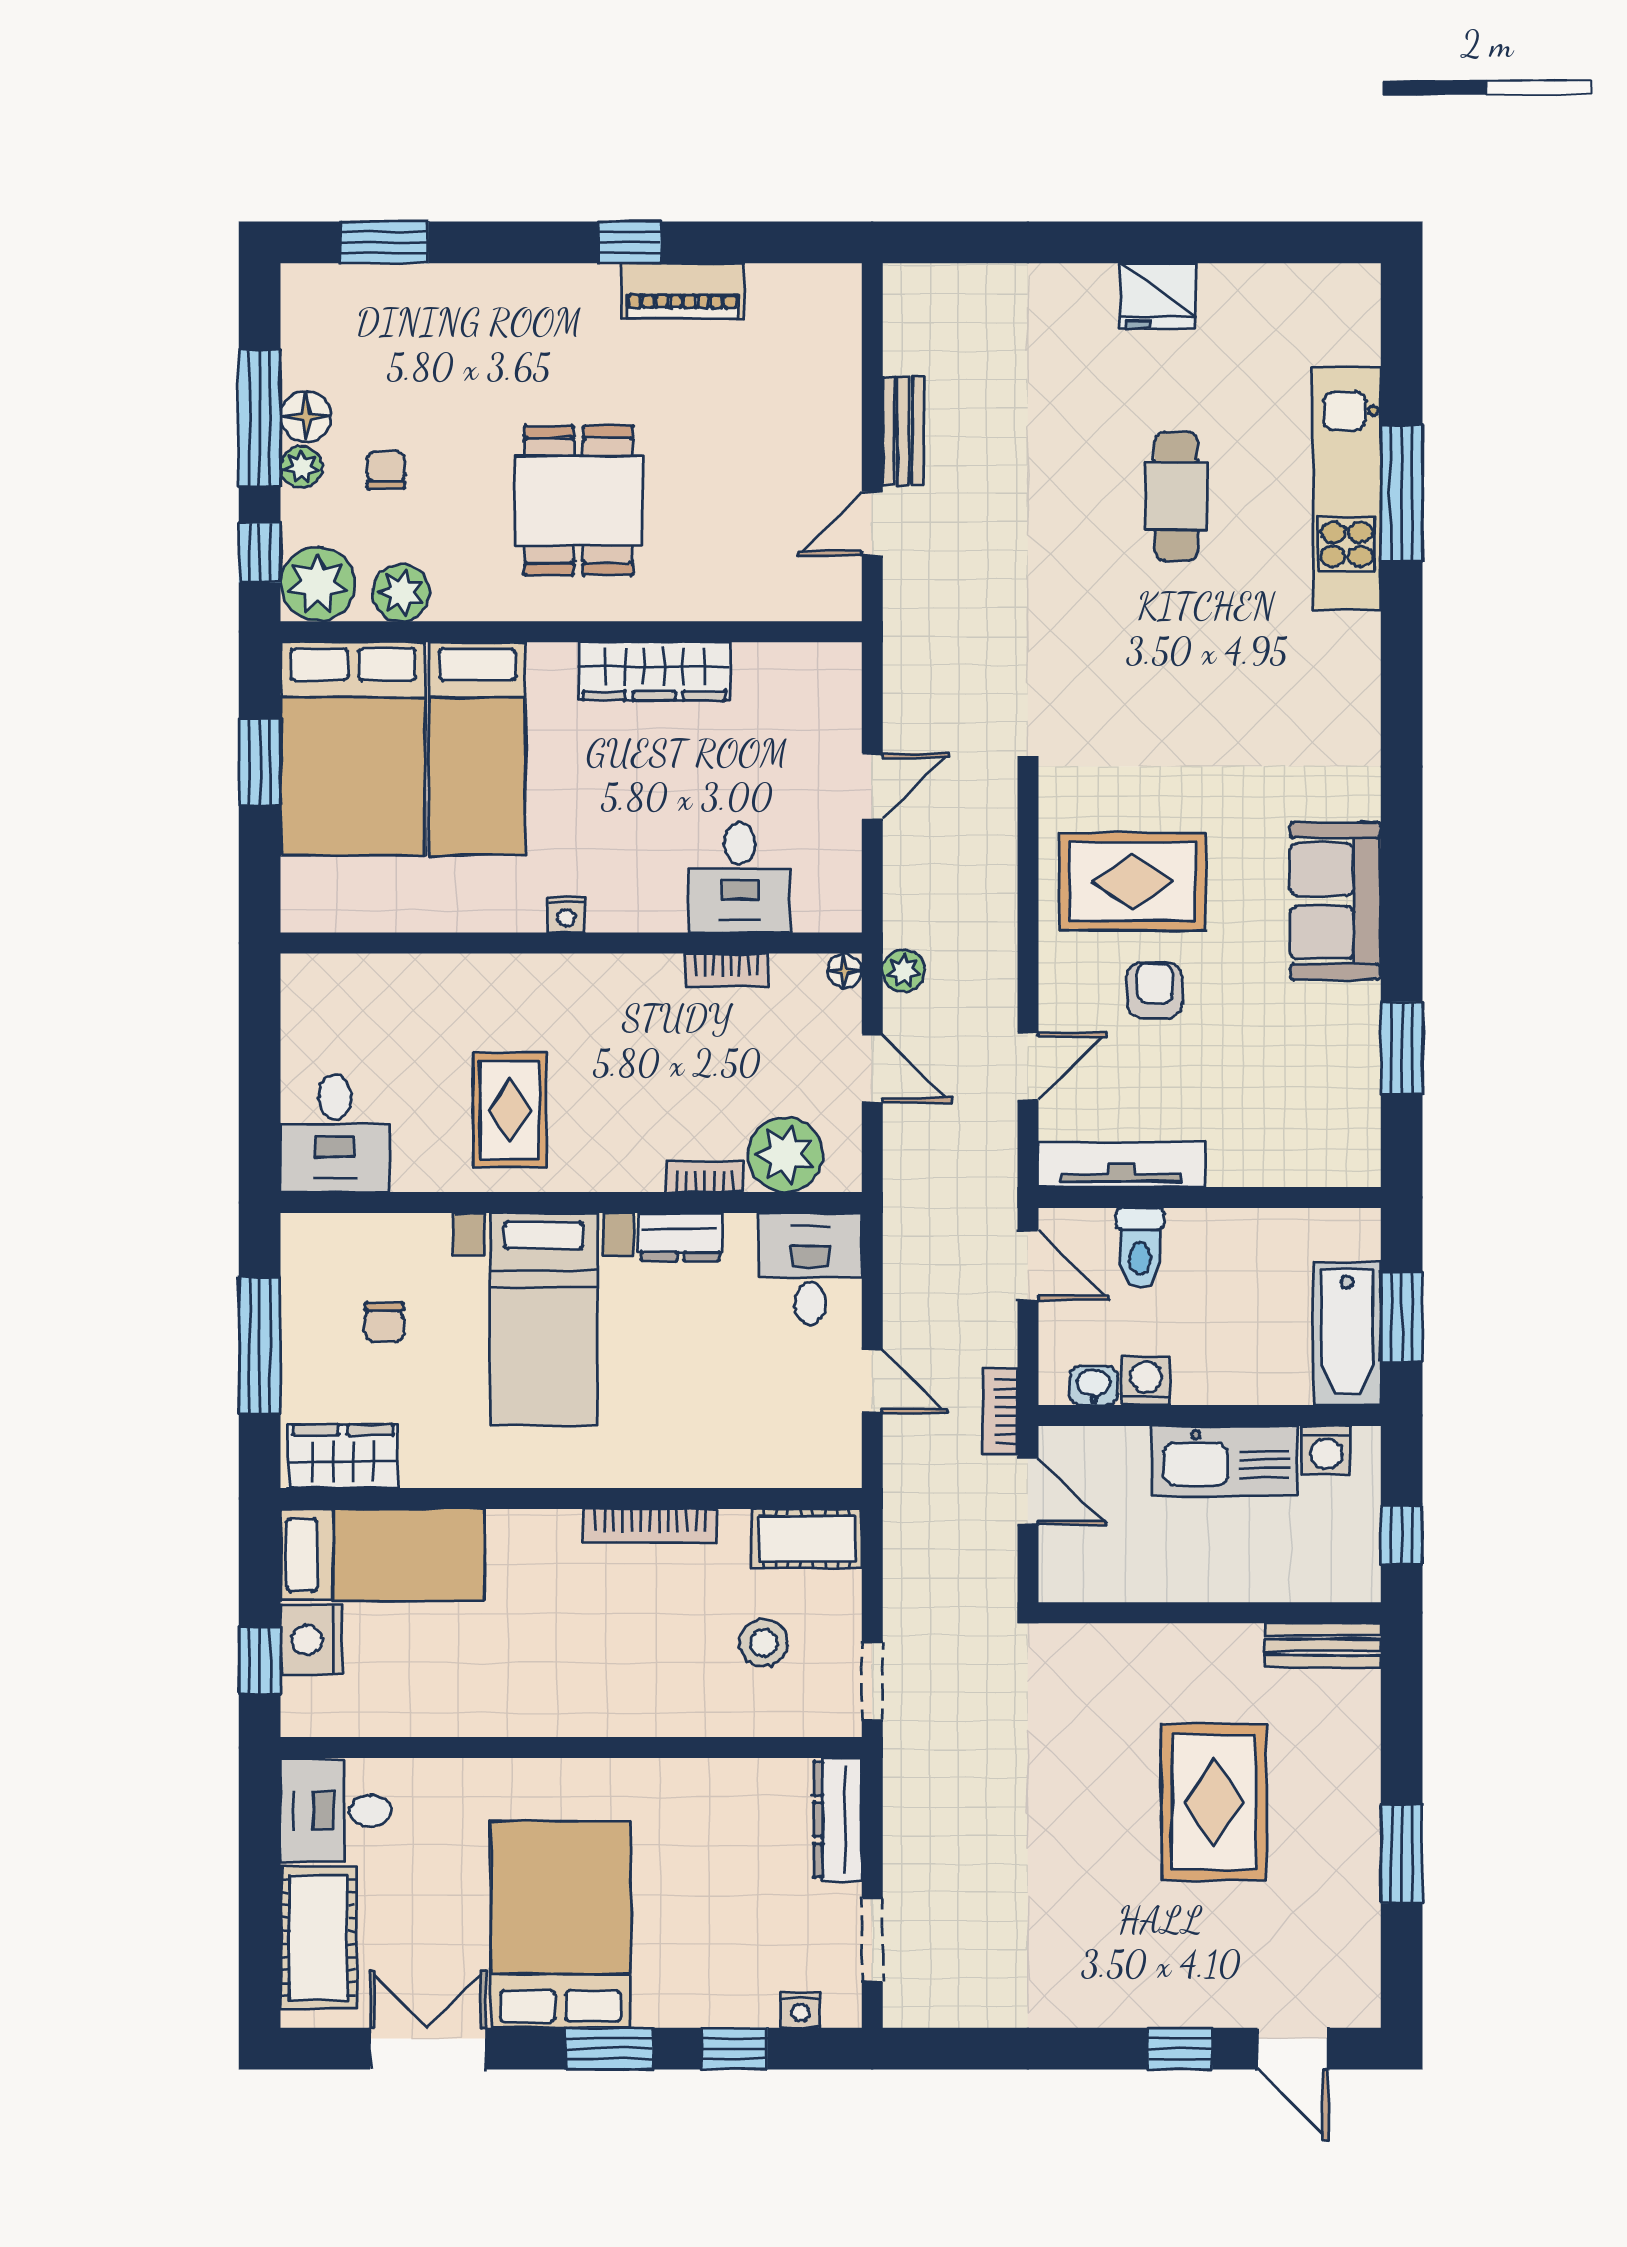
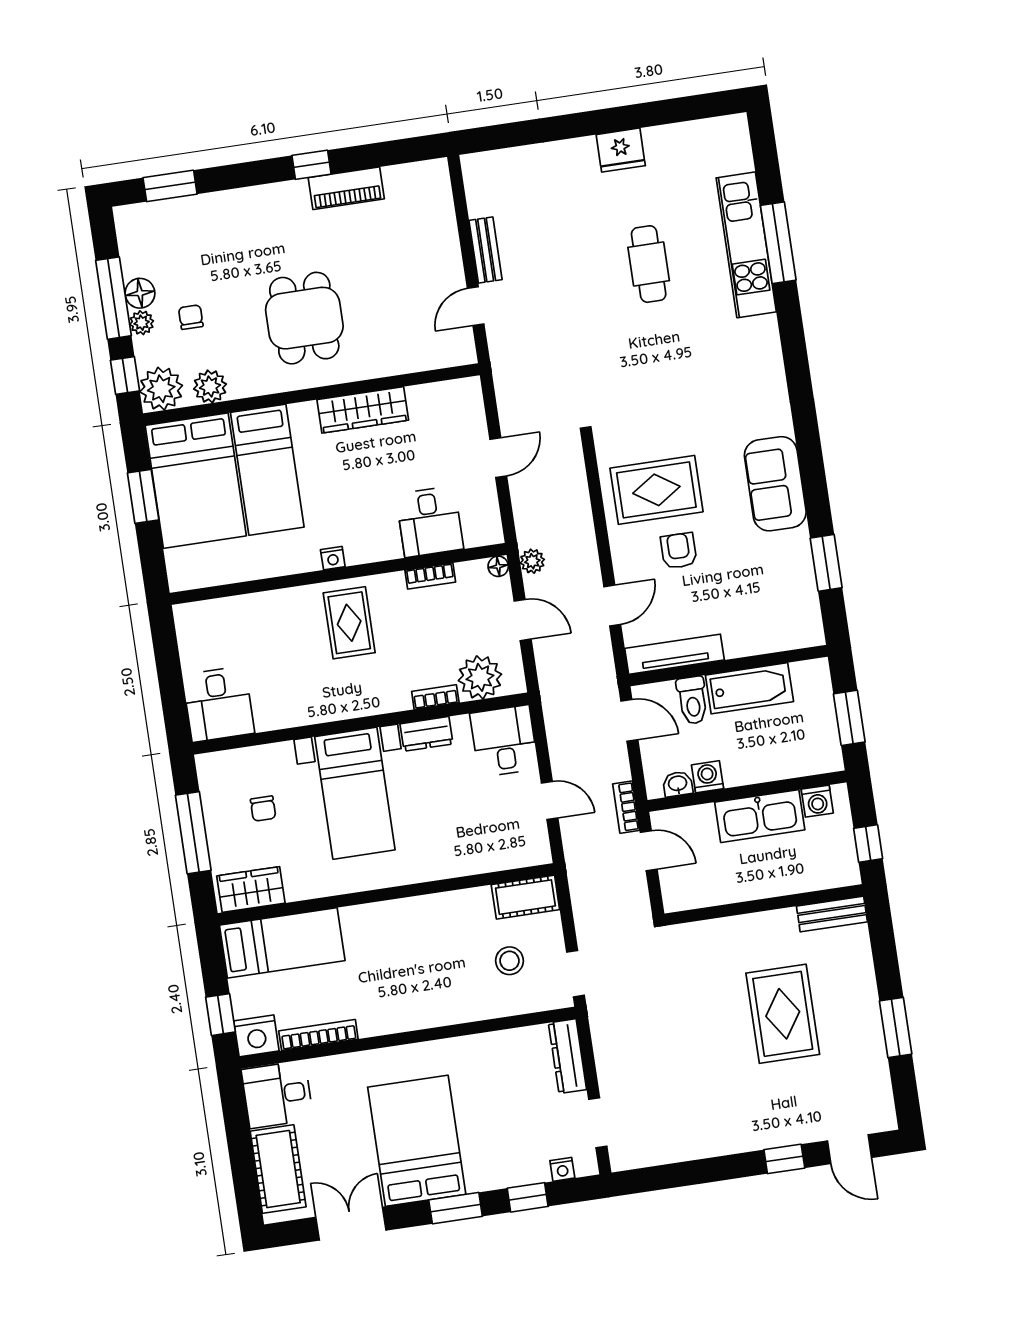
rug: (510, 1110) -> (349, 623), moved
bathtub: (1347, 1334) -> (749, 688), moved, turned -90
bookcase: (650, 1526) -> (318, 1035), moved, turned 180
nightstand: (312, 1640) -> (256, 1036), moved, turned -90

